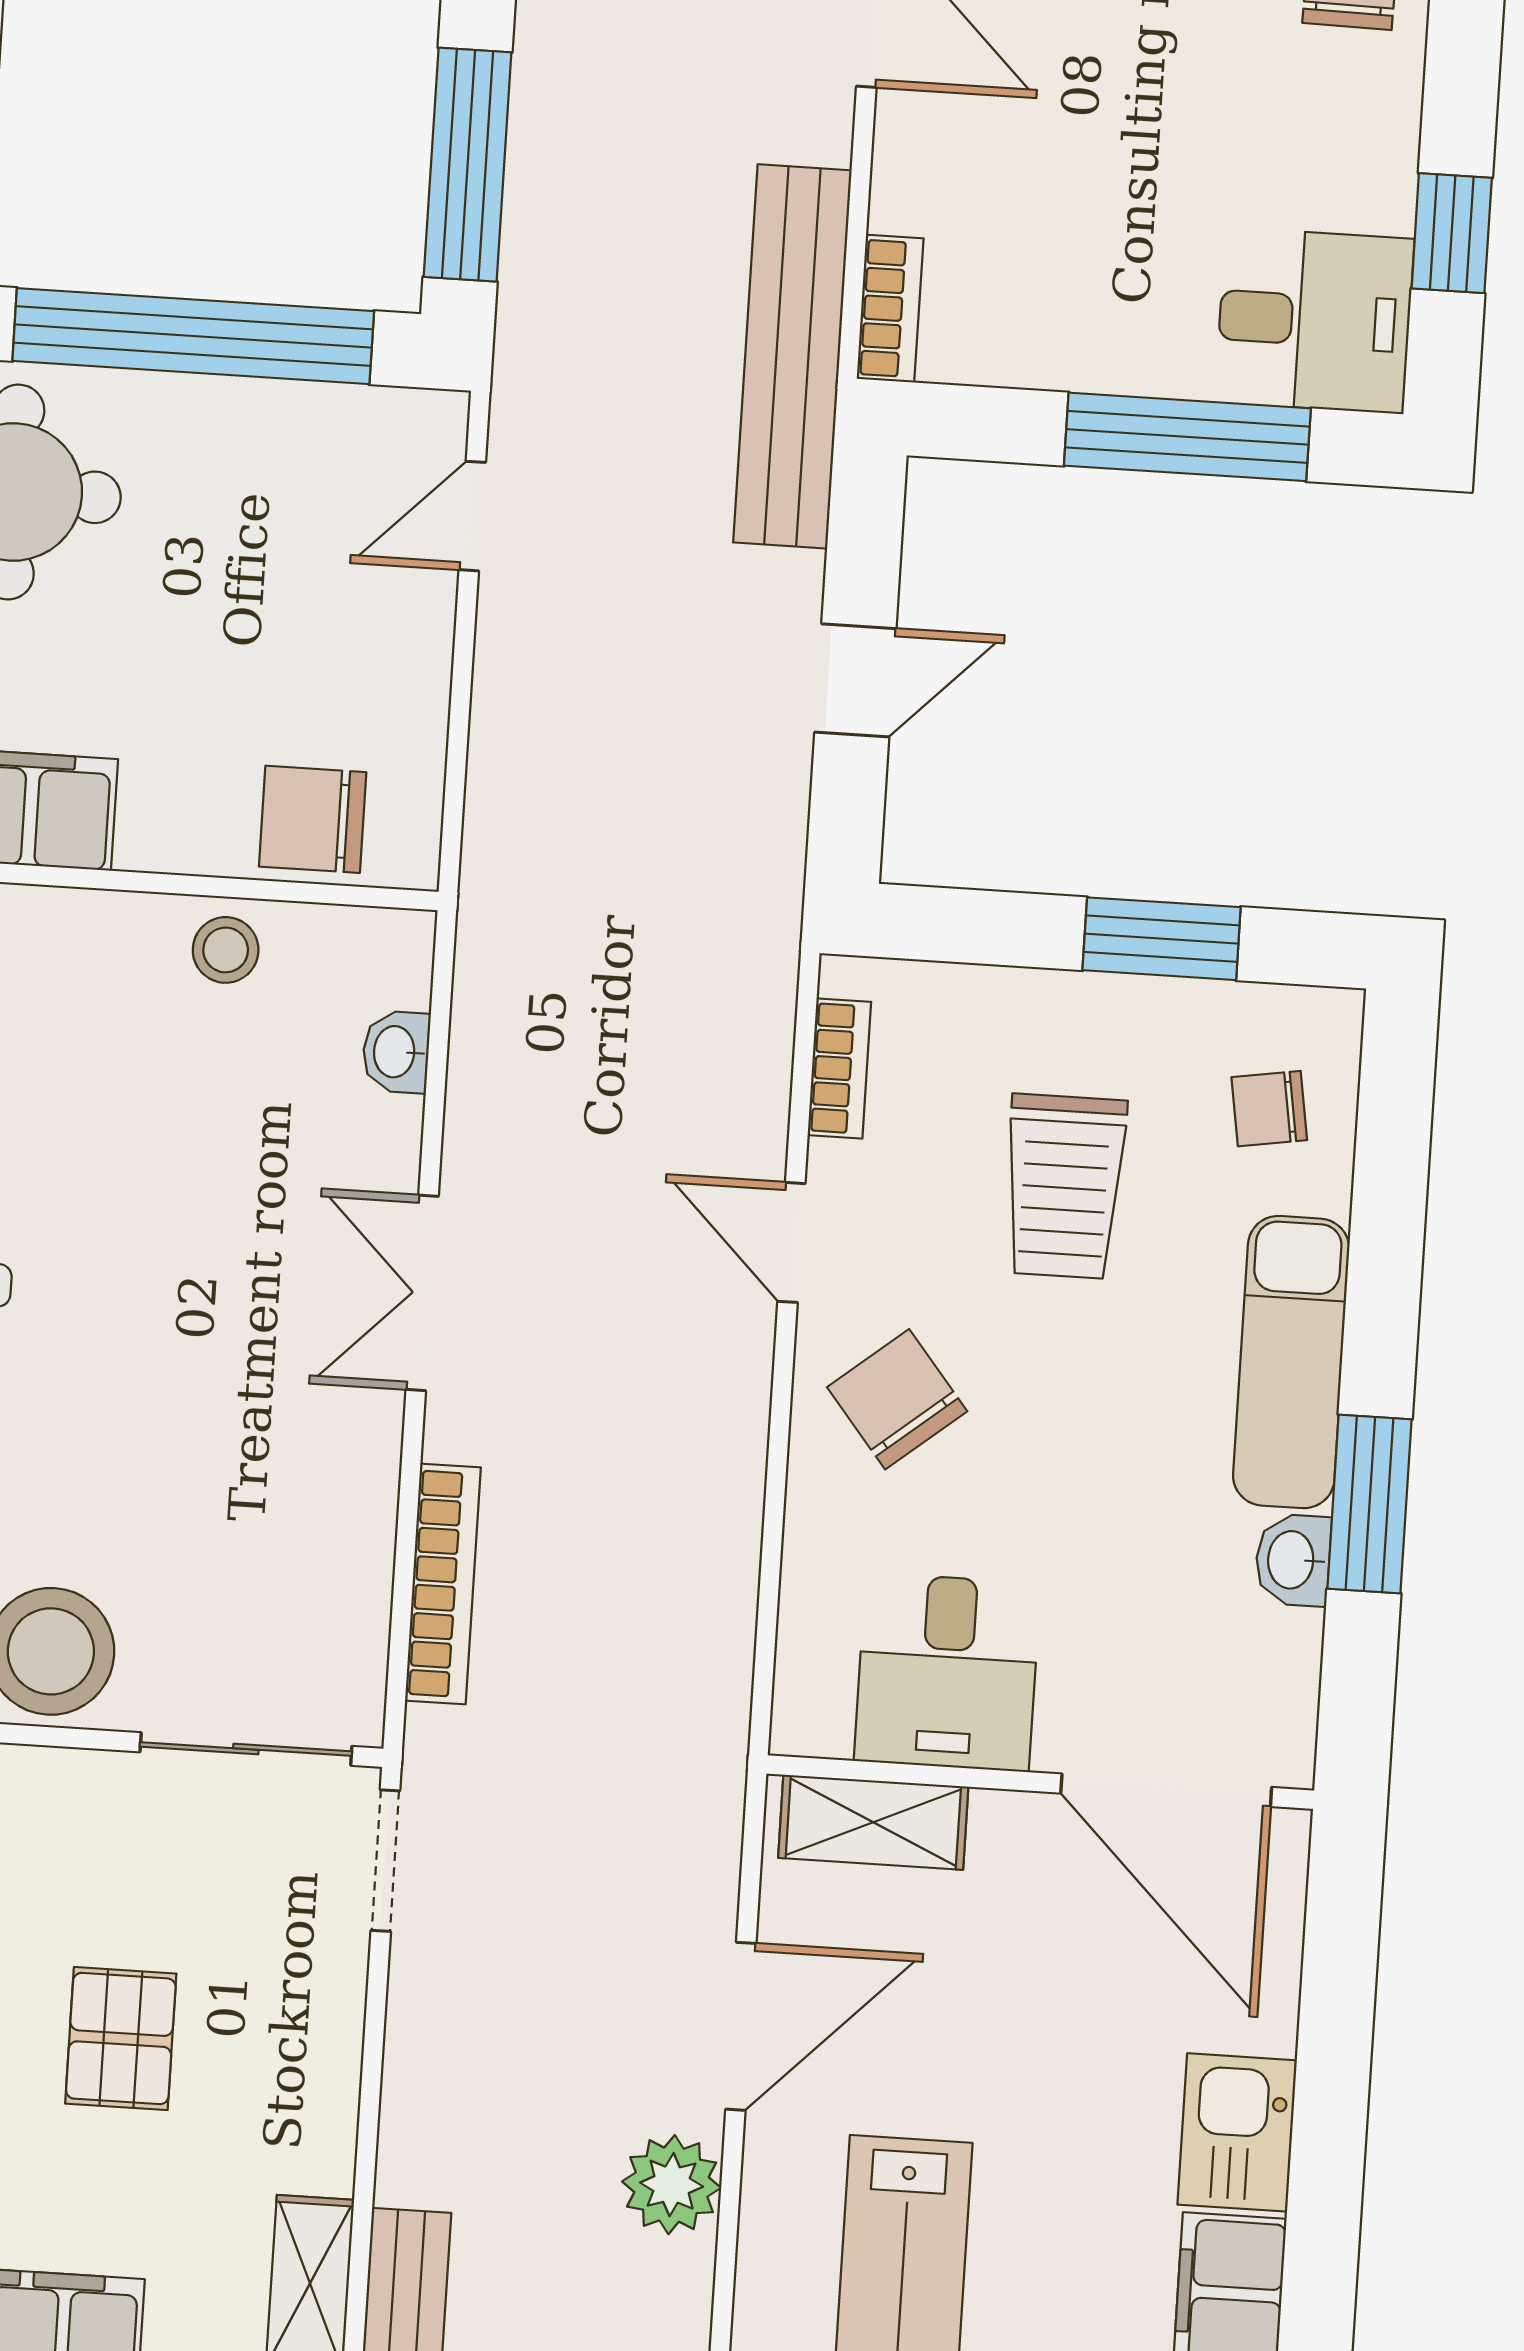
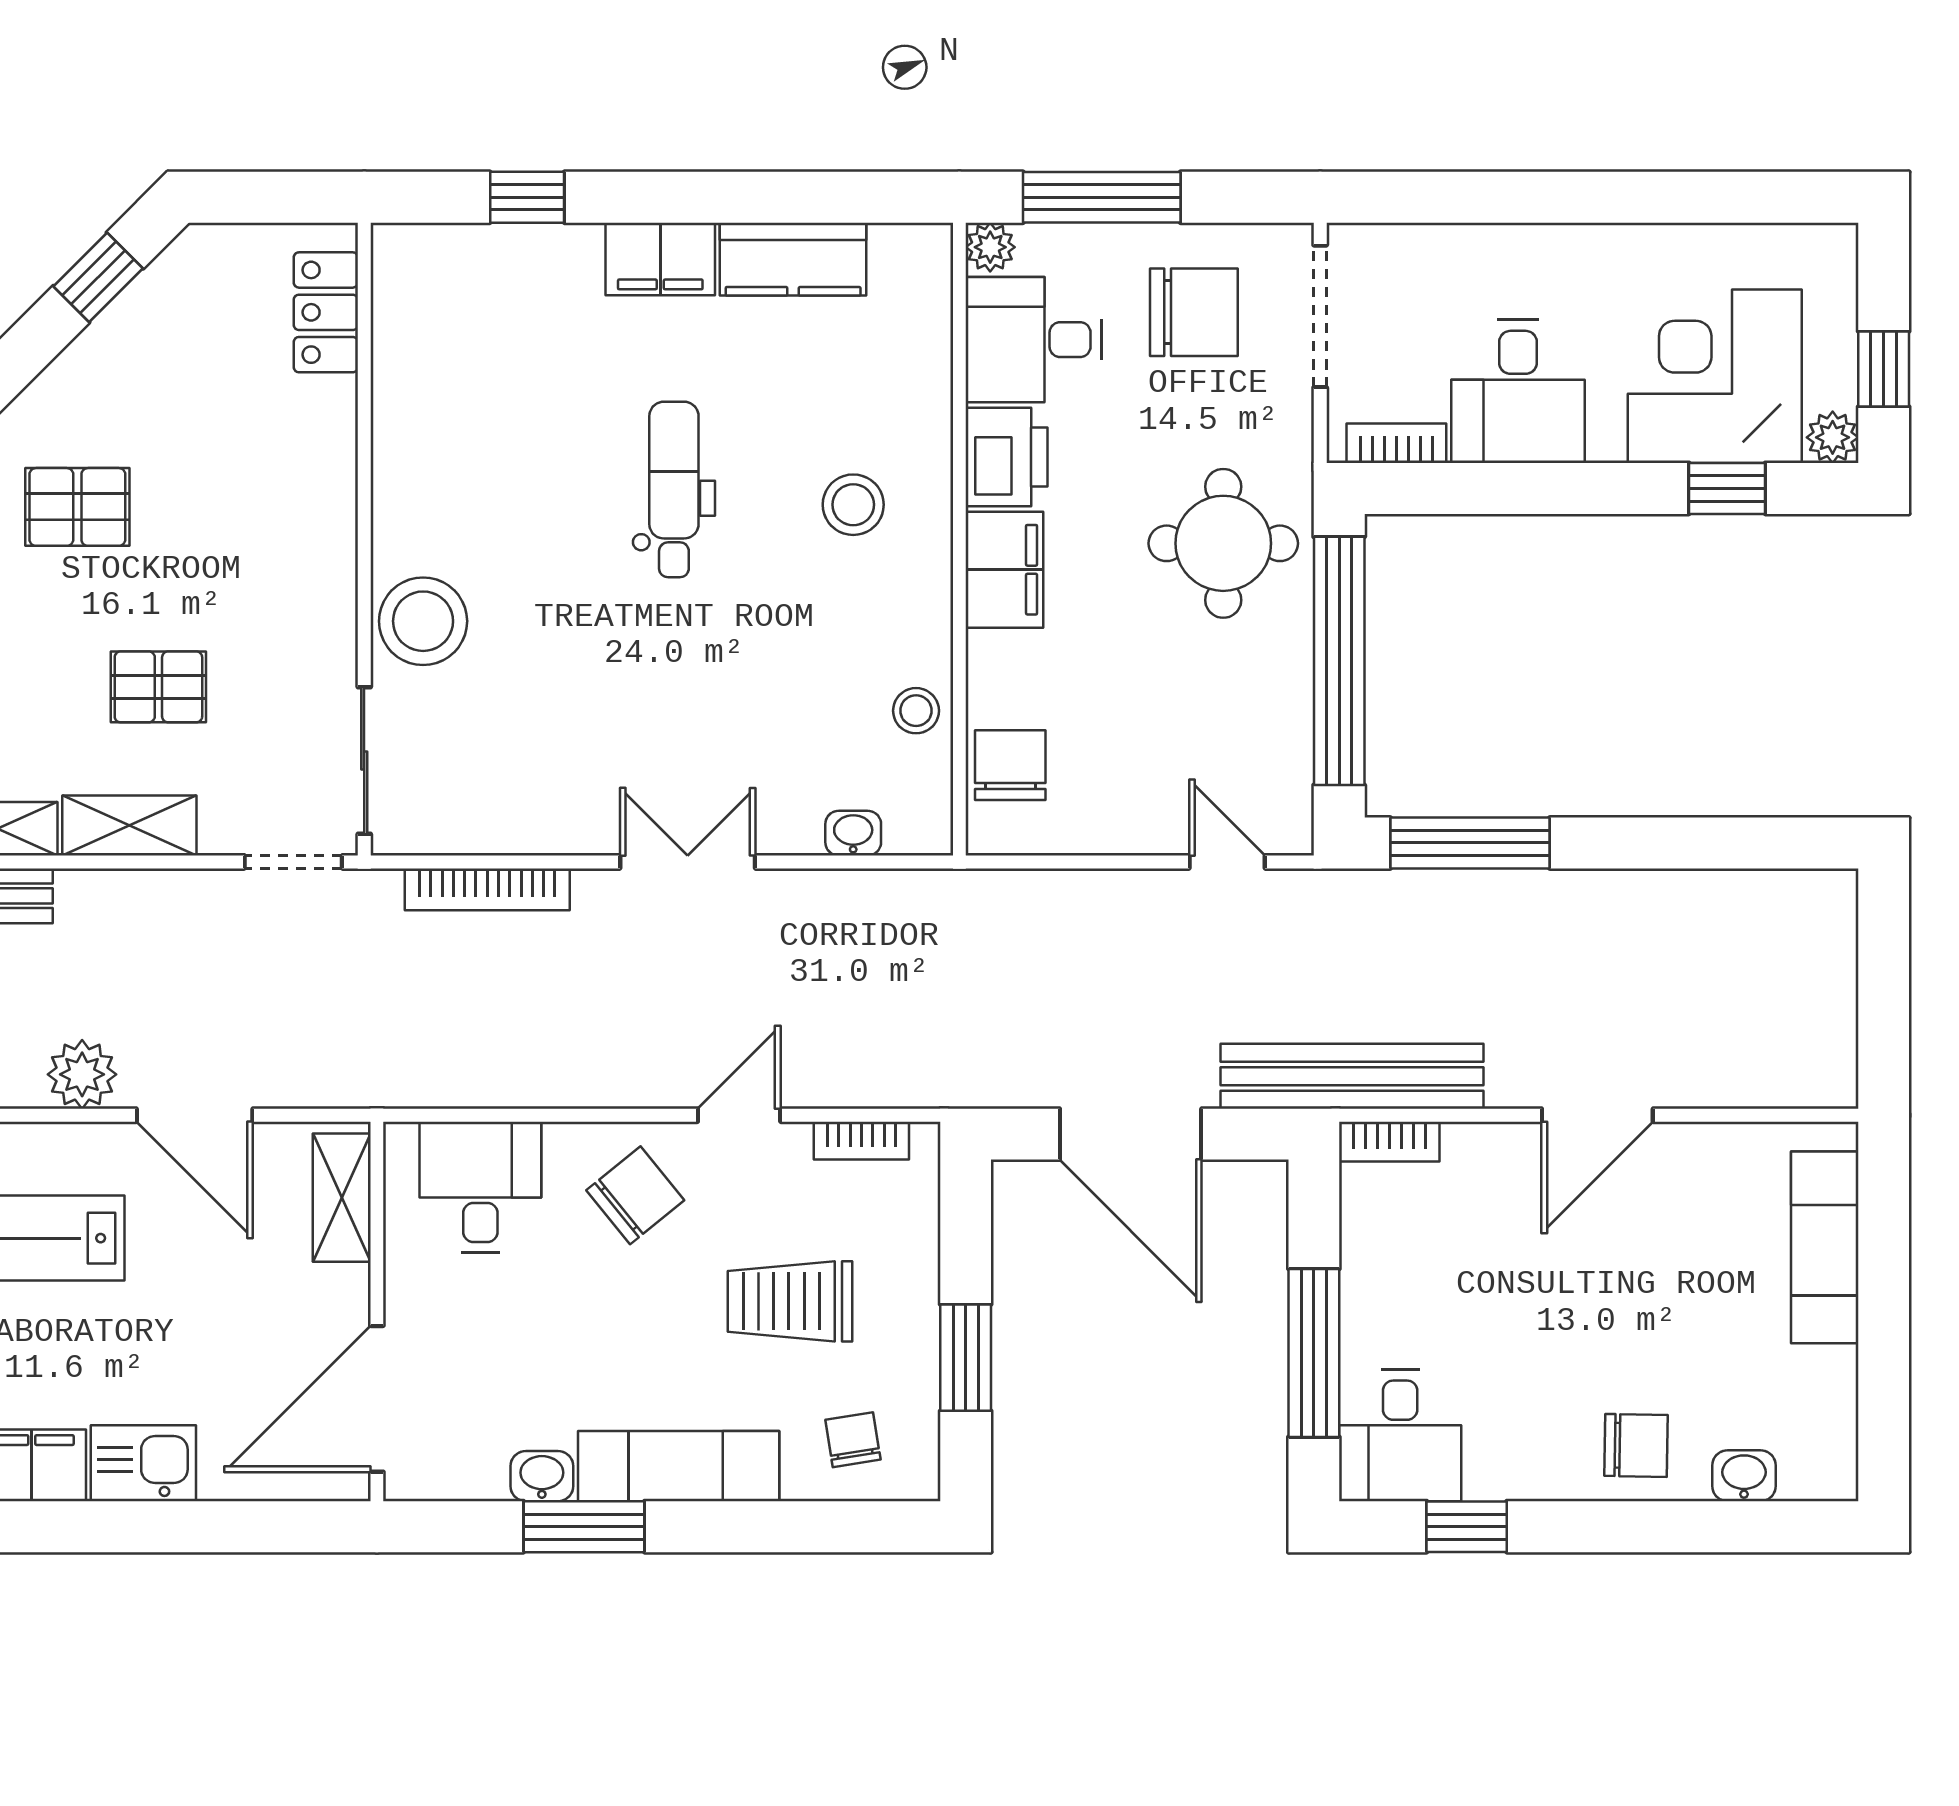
door: (855, 680) -> (1131, 1134), width x1.88
desk: (947, 1672) -> (480, 1187), moved, turned 90
shelving: (318, 2093) -> (129, 826), added

